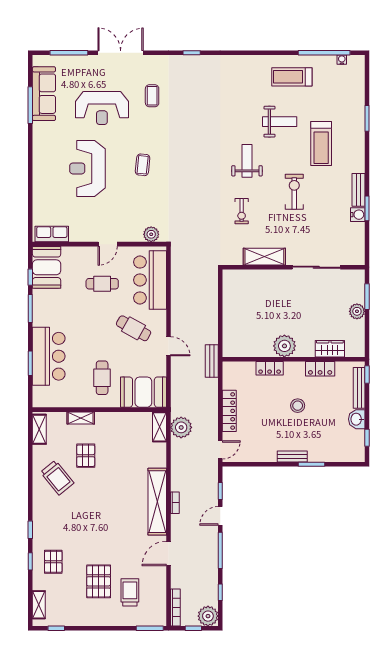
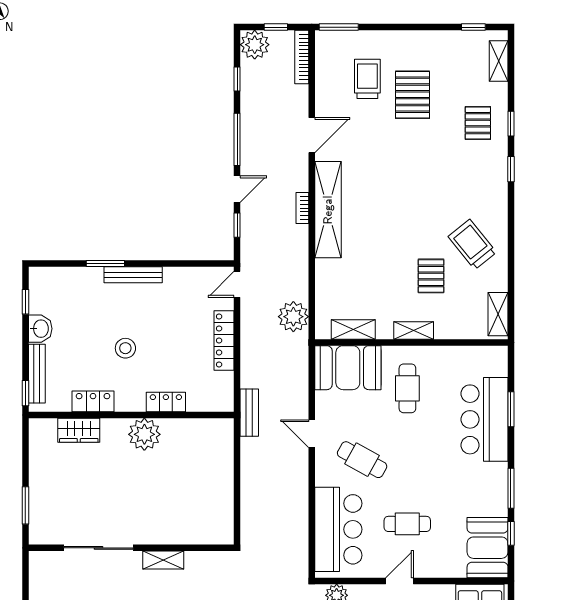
shelving: (264, 257) -> (163, 560), width x0.67, depth x0.75
plant: (357, 311) -> (40, 484), removed
shelving: (81, 418) -> (414, 330), moved
shelving: (159, 427) -> (353, 330), moved, turned 90
bench: (292, 456) -> (133, 275), width x1.36
trolley: (130, 592) -> (367, 79), turned 180

